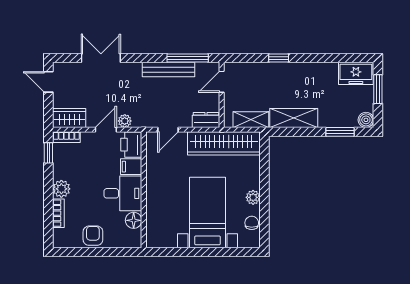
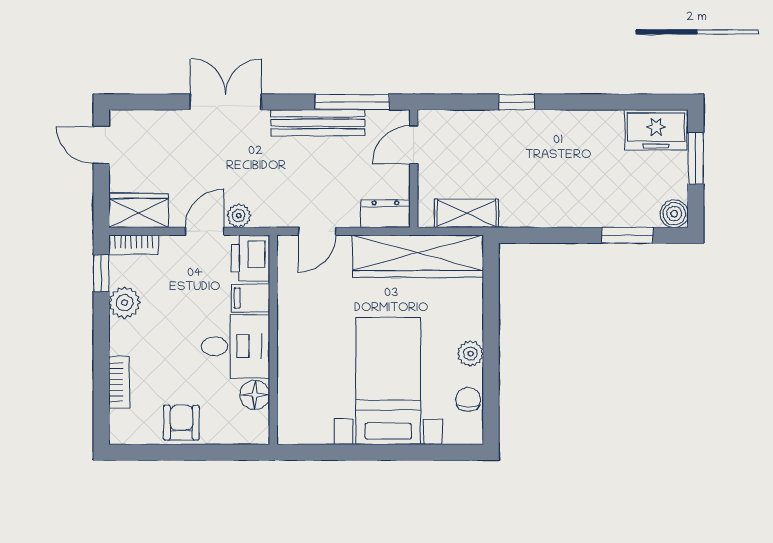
double door: (101, 58) -> (226, 102), moved
shelving: (294, 118) -> (544, 210), removed
plant: (61, 189) -> (125, 303), moved

